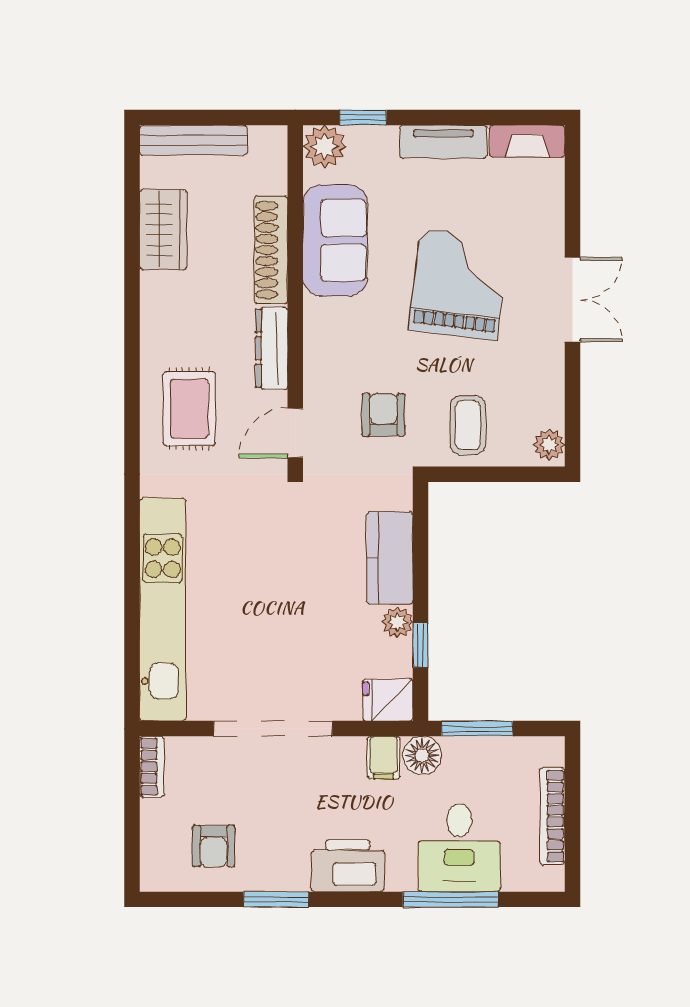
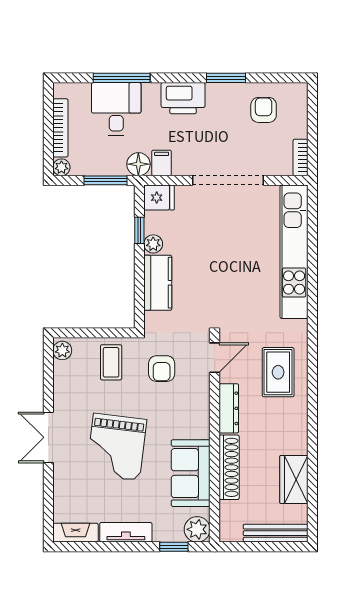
plant: (551, 750) -> (61, 167), added

